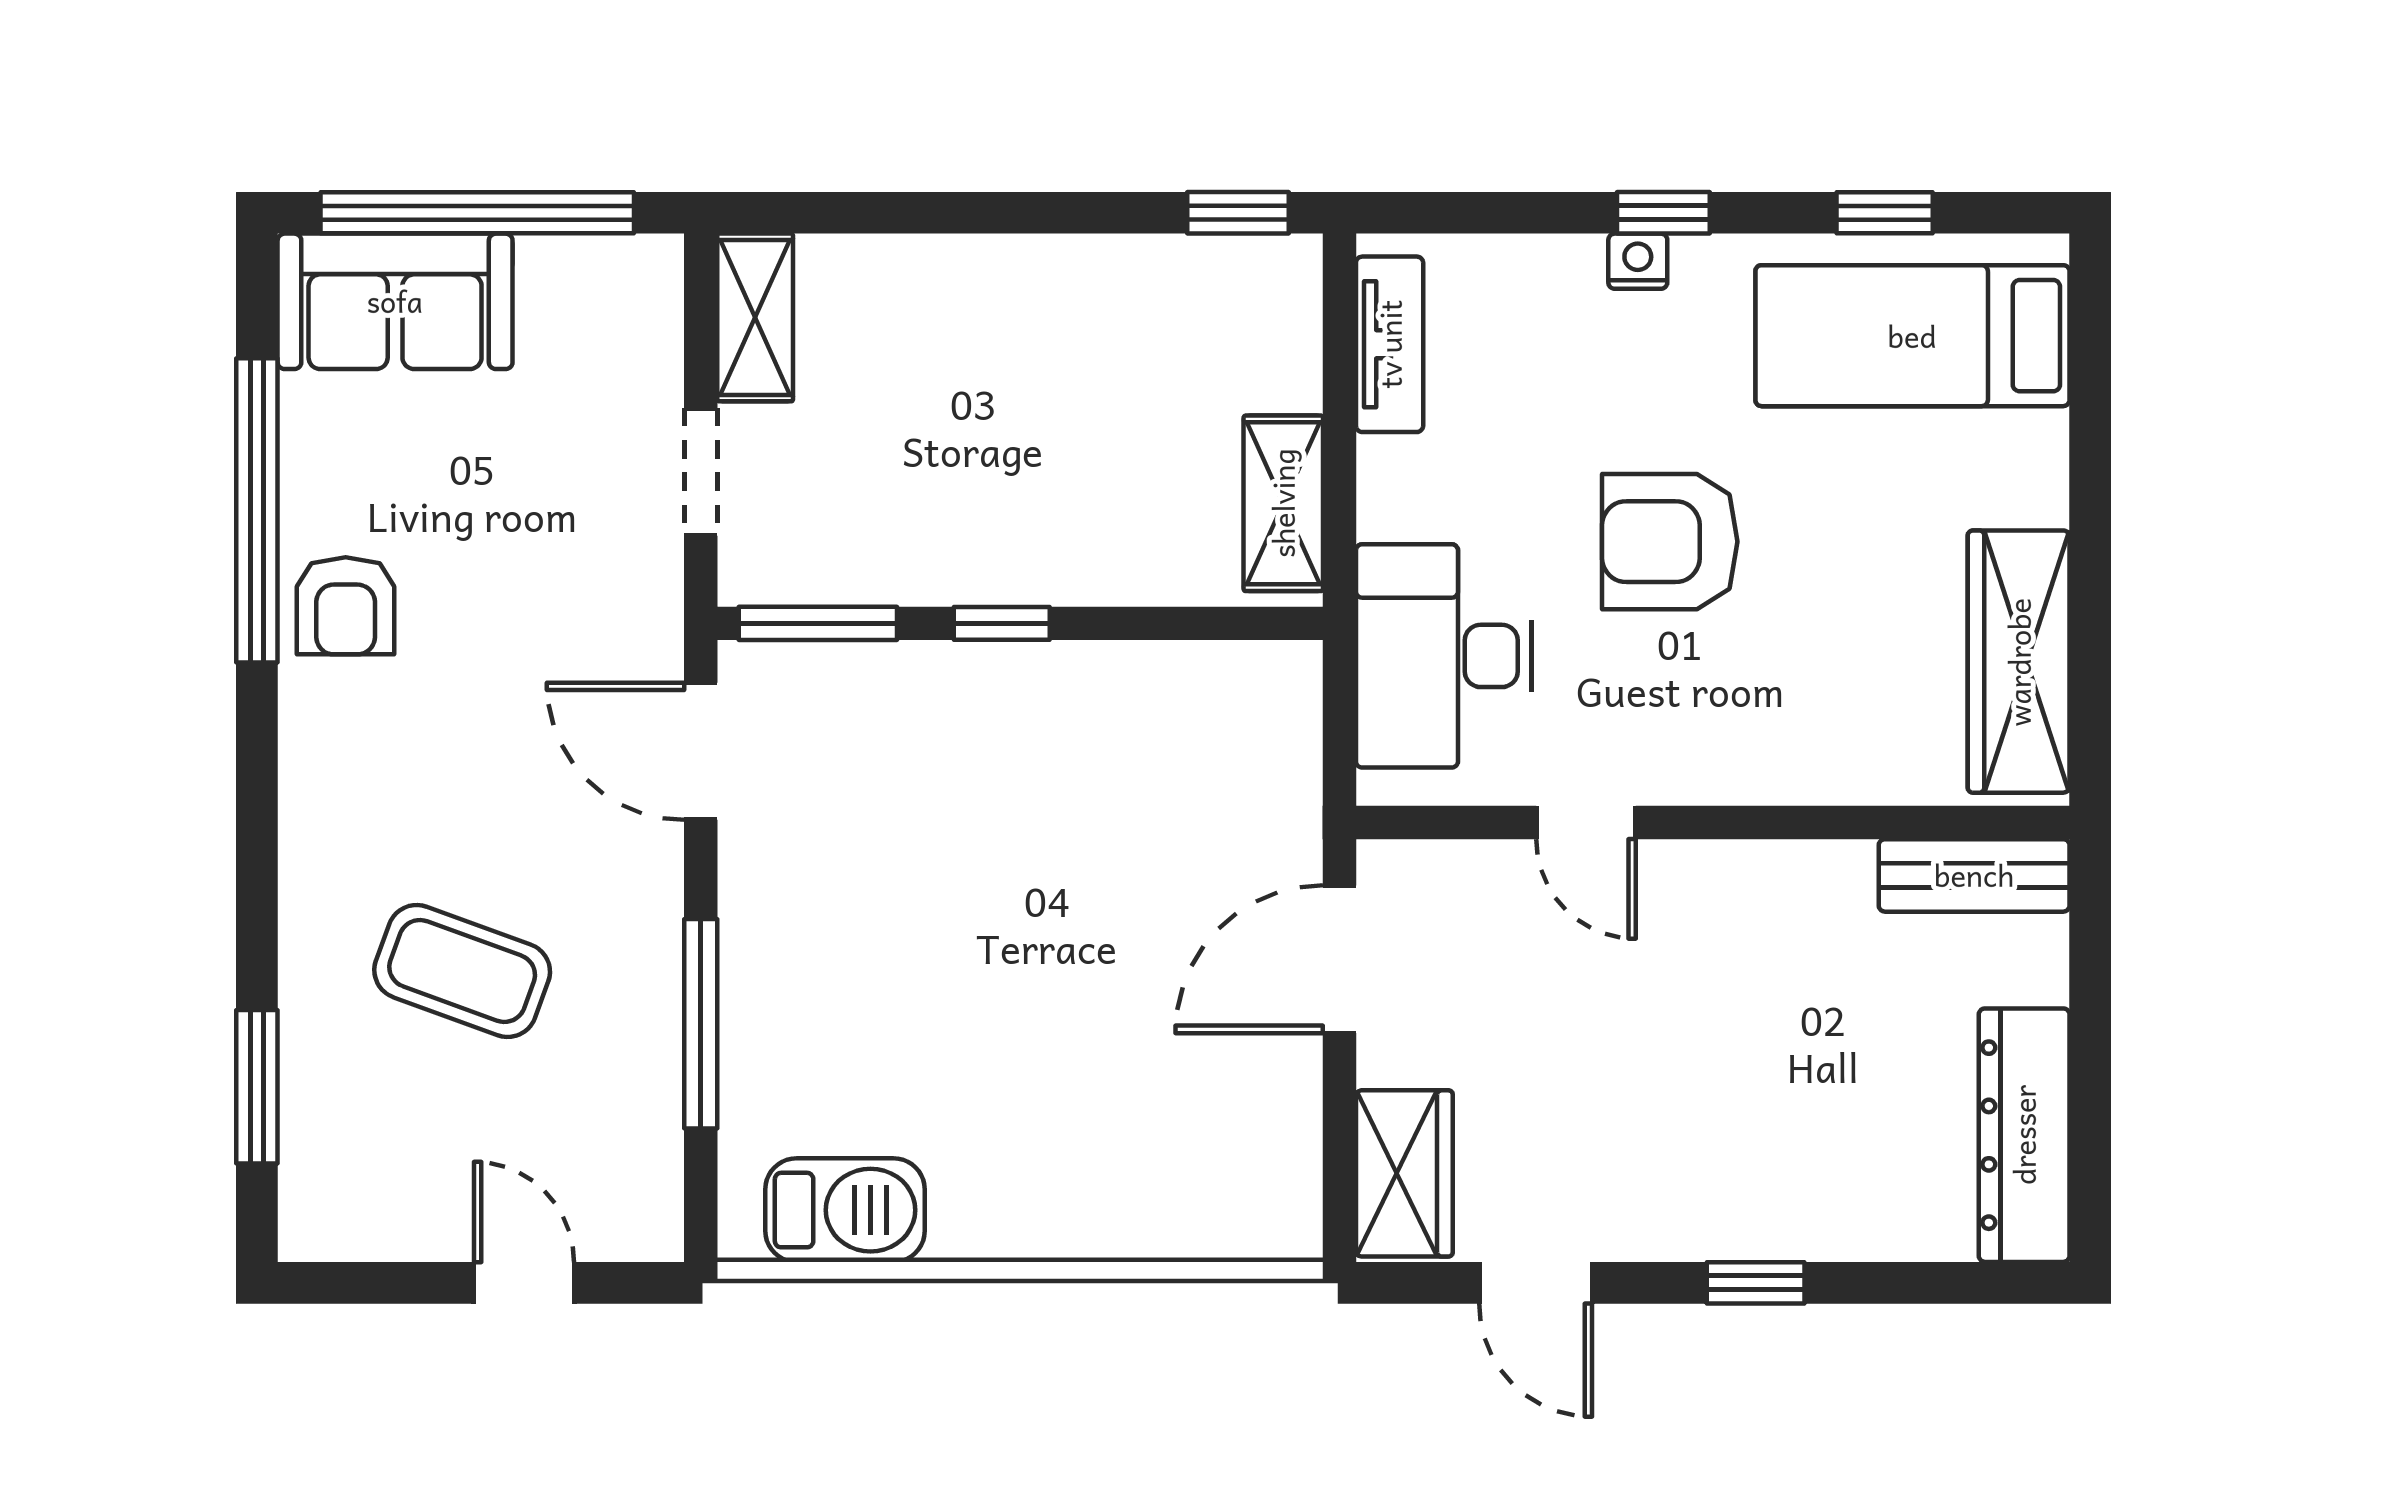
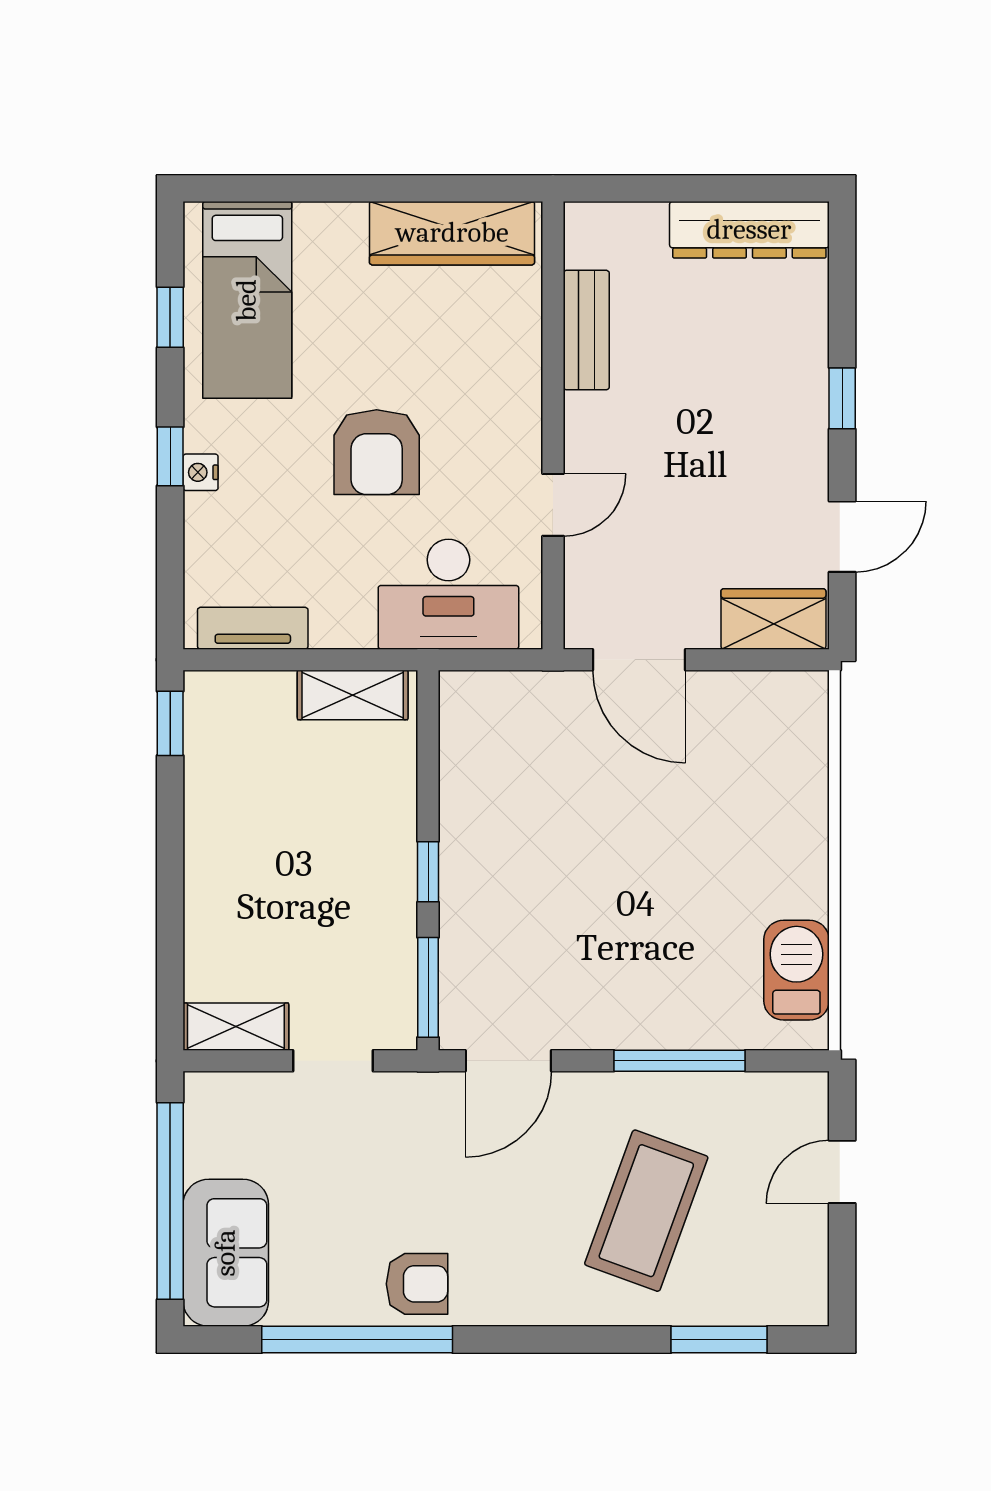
bench: (1974, 875) -> (586, 330), moved
coffee table: (462, 971) -> (646, 1211), width x1.36, depth x1.32

